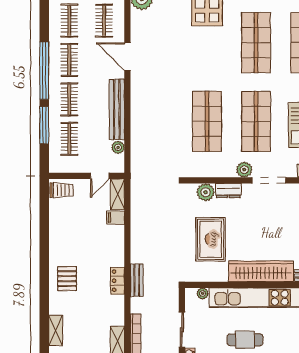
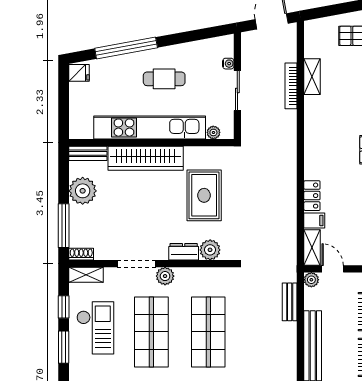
plant: (118, 147) -> (311, 280), moved
door: (100, 176) -> (333, 269), hinge flipped
bench: (137, 280) -> (290, 302), moved
locker: (118, 281) -> (312, 196), moved

